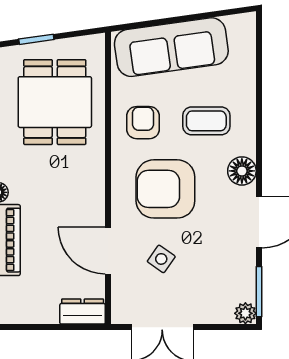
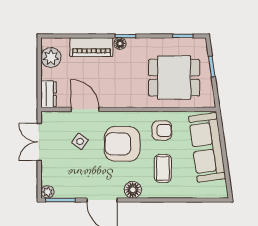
armchair: (165, 189) -> (122, 144), turned -90
door: (108, 251) -> (85, 109), hinge flipped
plant: (21, 308) -> (51, 57), added

